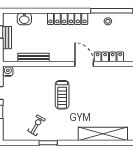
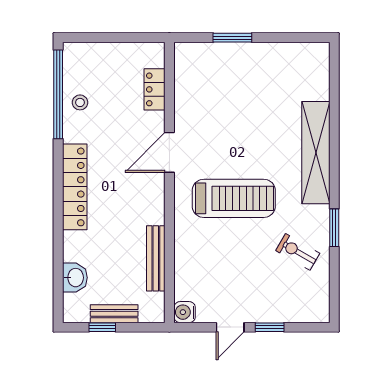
locker: (109, 57) -> (155, 89), width x0.66
treadmill: (62, 95) -> (234, 198), width x1.37, depth x1.38
shelving: (103, 134) -> (316, 153), moved

